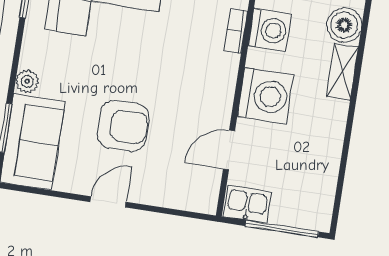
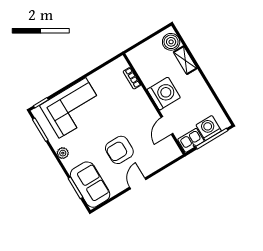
washing machine: (270, 30) -> (209, 128), moved, turned -90
plant: (27, 81) -> (63, 153), moved
armchair: (123, 126) -> (119, 150), turned 180

